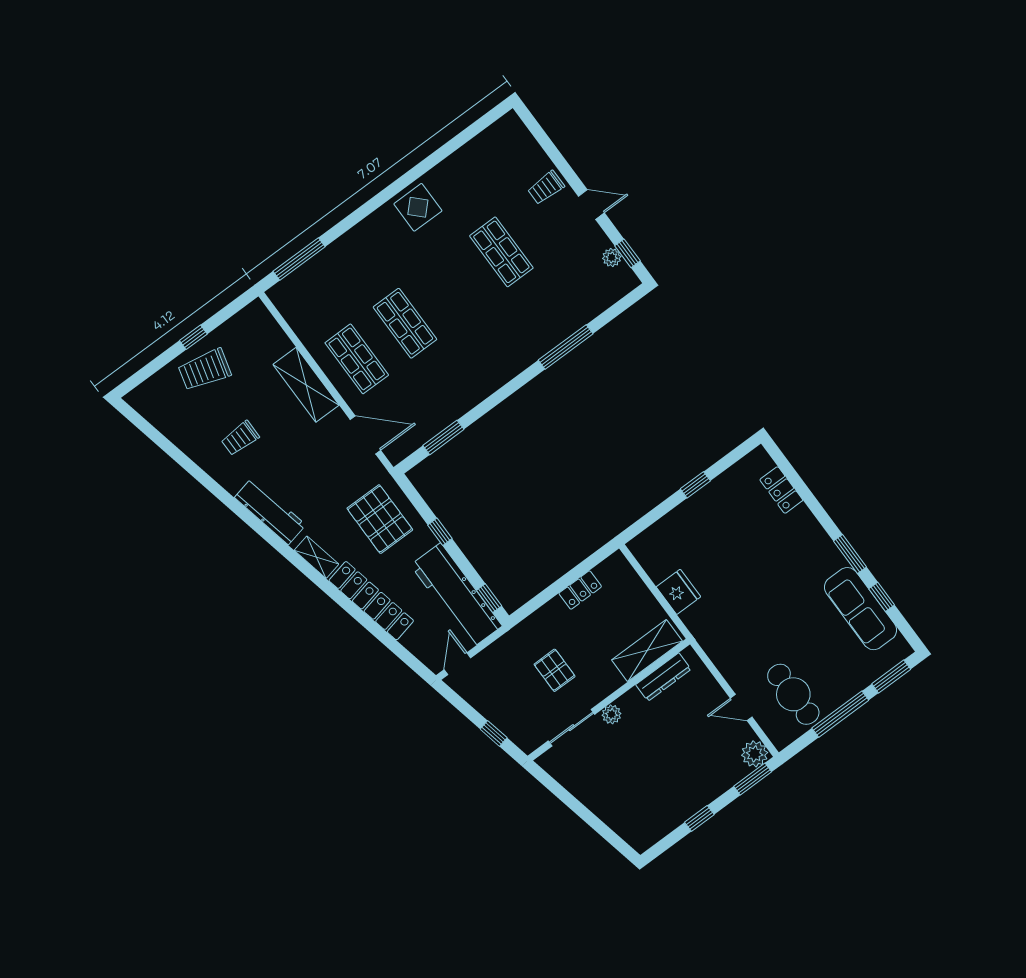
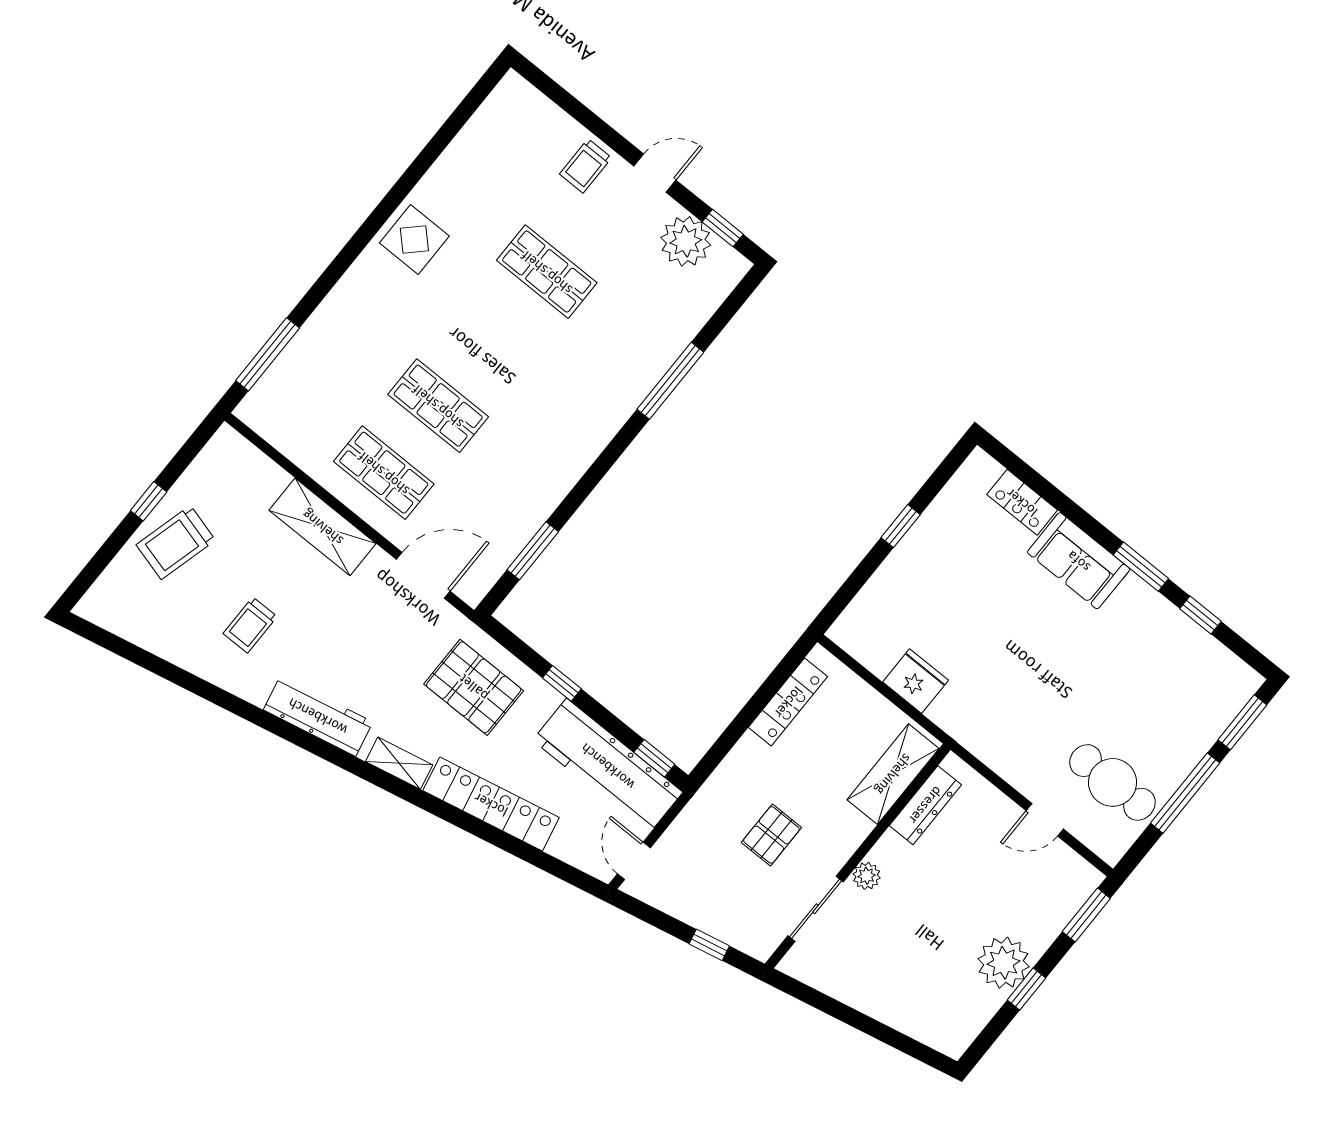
plant: (612, 257) -> (686, 241), width x1.88, depth x1.88
locker: (580, 590) -> (788, 702), width x1.53
sofa: (860, 609) -> (1079, 561), moved, width x0.73
pallet: (555, 670) -> (771, 835), turned 90
plant: (755, 754) -> (1004, 963), moved, width x1.36, depth x1.36

